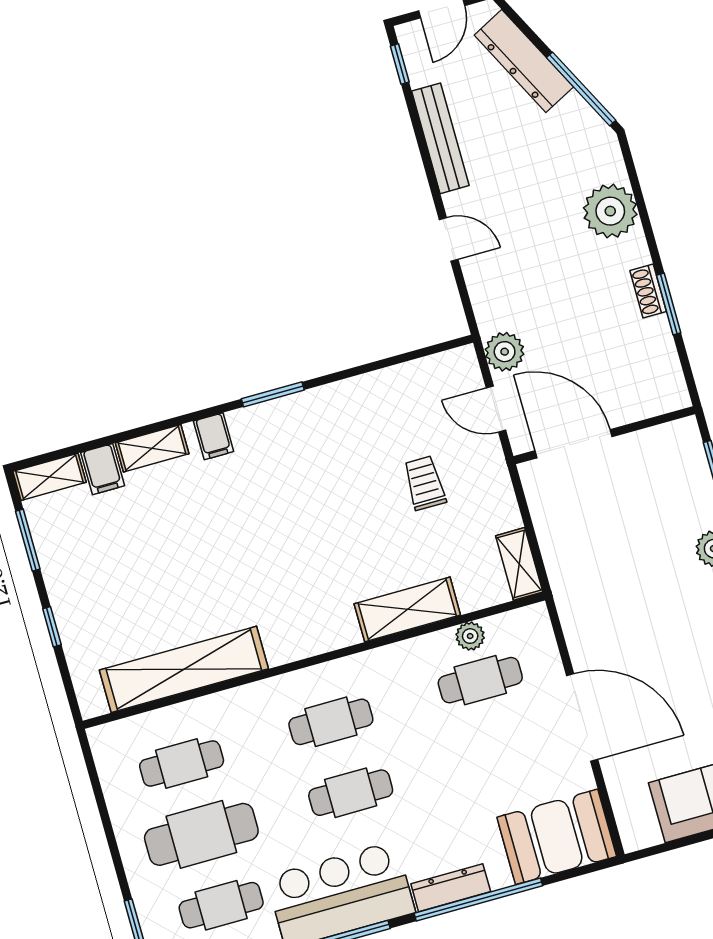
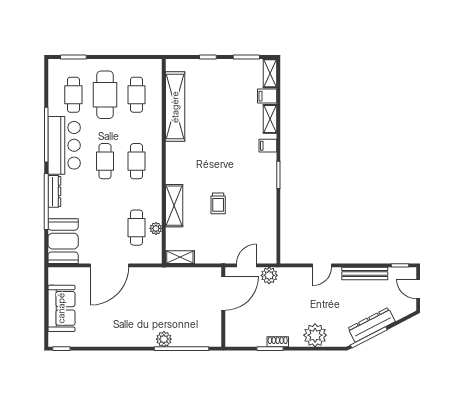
dresser: (524, 61) -> (372, 325), moved
trolley: (425, 483) -> (218, 203), moved, turned 90

